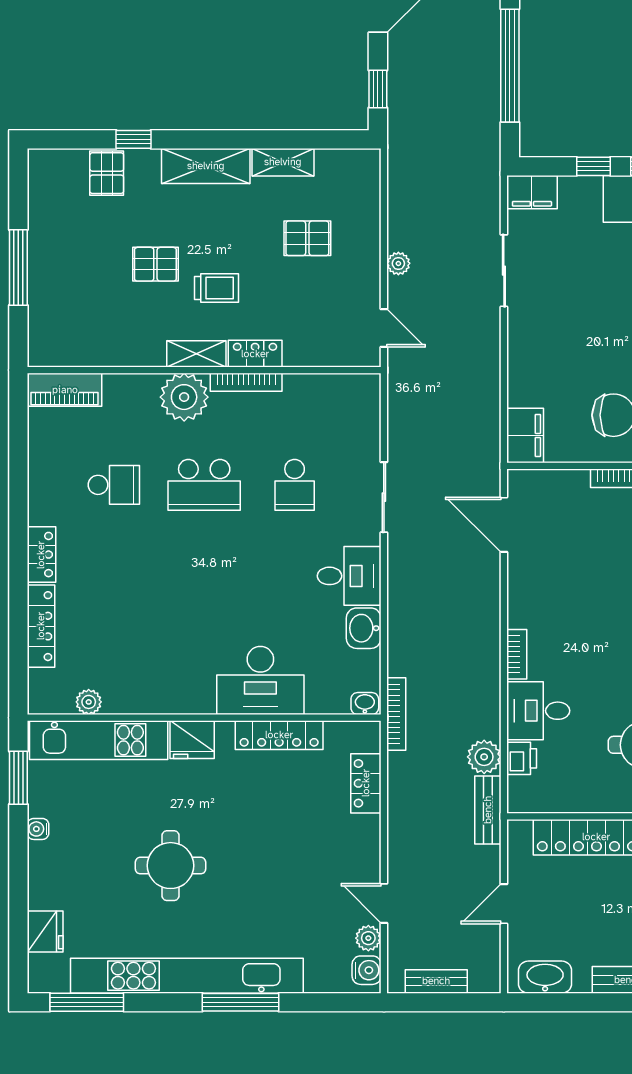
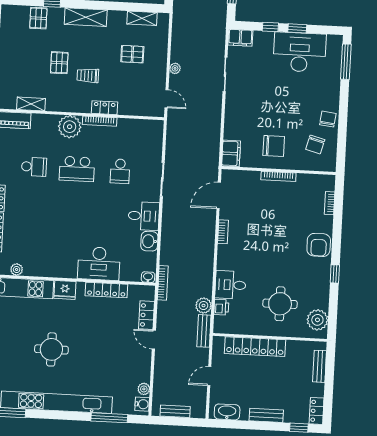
shelving: (283, 162) -> (142, 18), moved
pallet: (155, 264) -> (59, 63), turned 90
trolley: (217, 288) -> (88, 76), turned 180
shelving: (196, 354) -> (31, 104), moved
door: (504, 525) -> (219, 195), hinge flipped
bookcase: (517, 654) -> (223, 232), moved
door: (384, 903) -> (154, 340), moved
window: (240, 1002) -> (109, 418), moved

